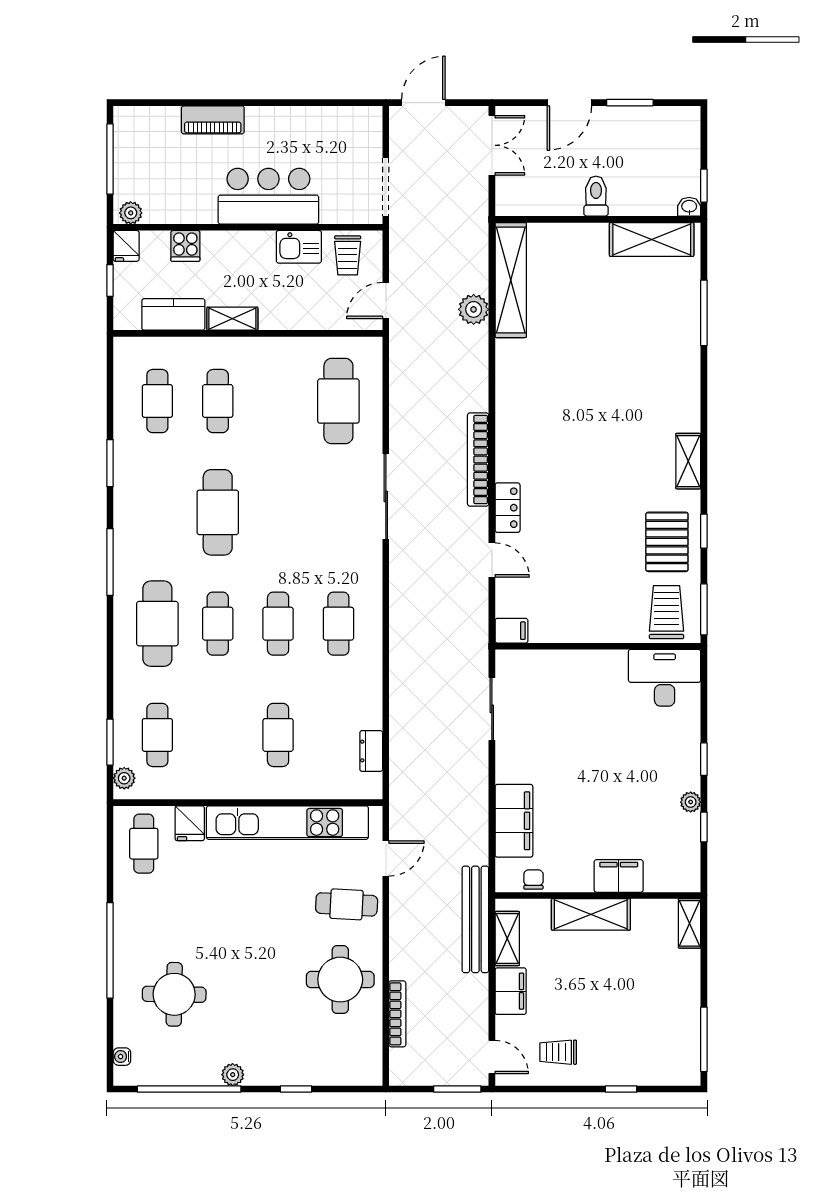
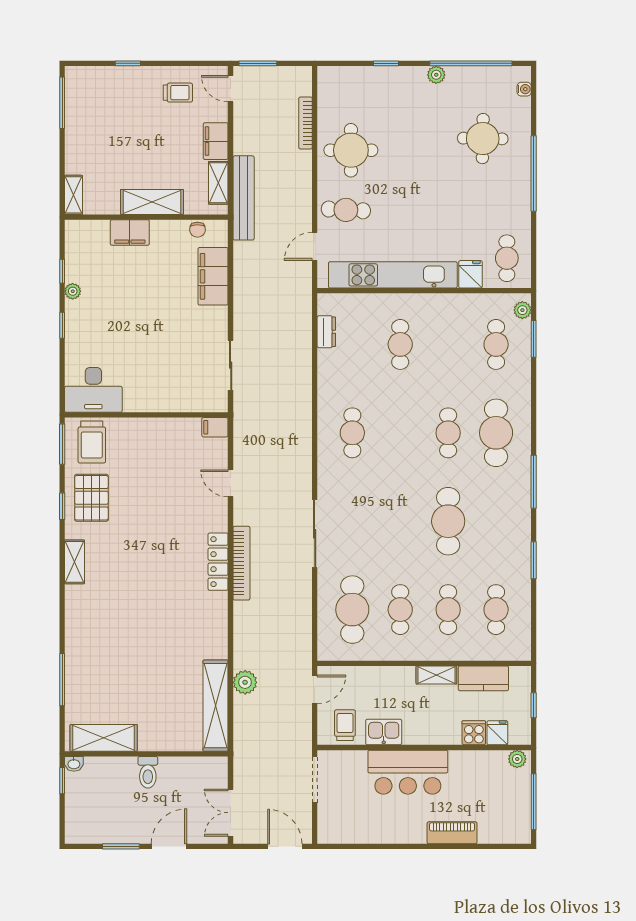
door: (423, 103) -> (285, 846), swing flipped
fridge: (126, 246) -> (497, 733), moved
locker: (508, 508) -> (218, 562), moved, width x1.53
cafe table: (278, 624) -> (400, 610), moved

